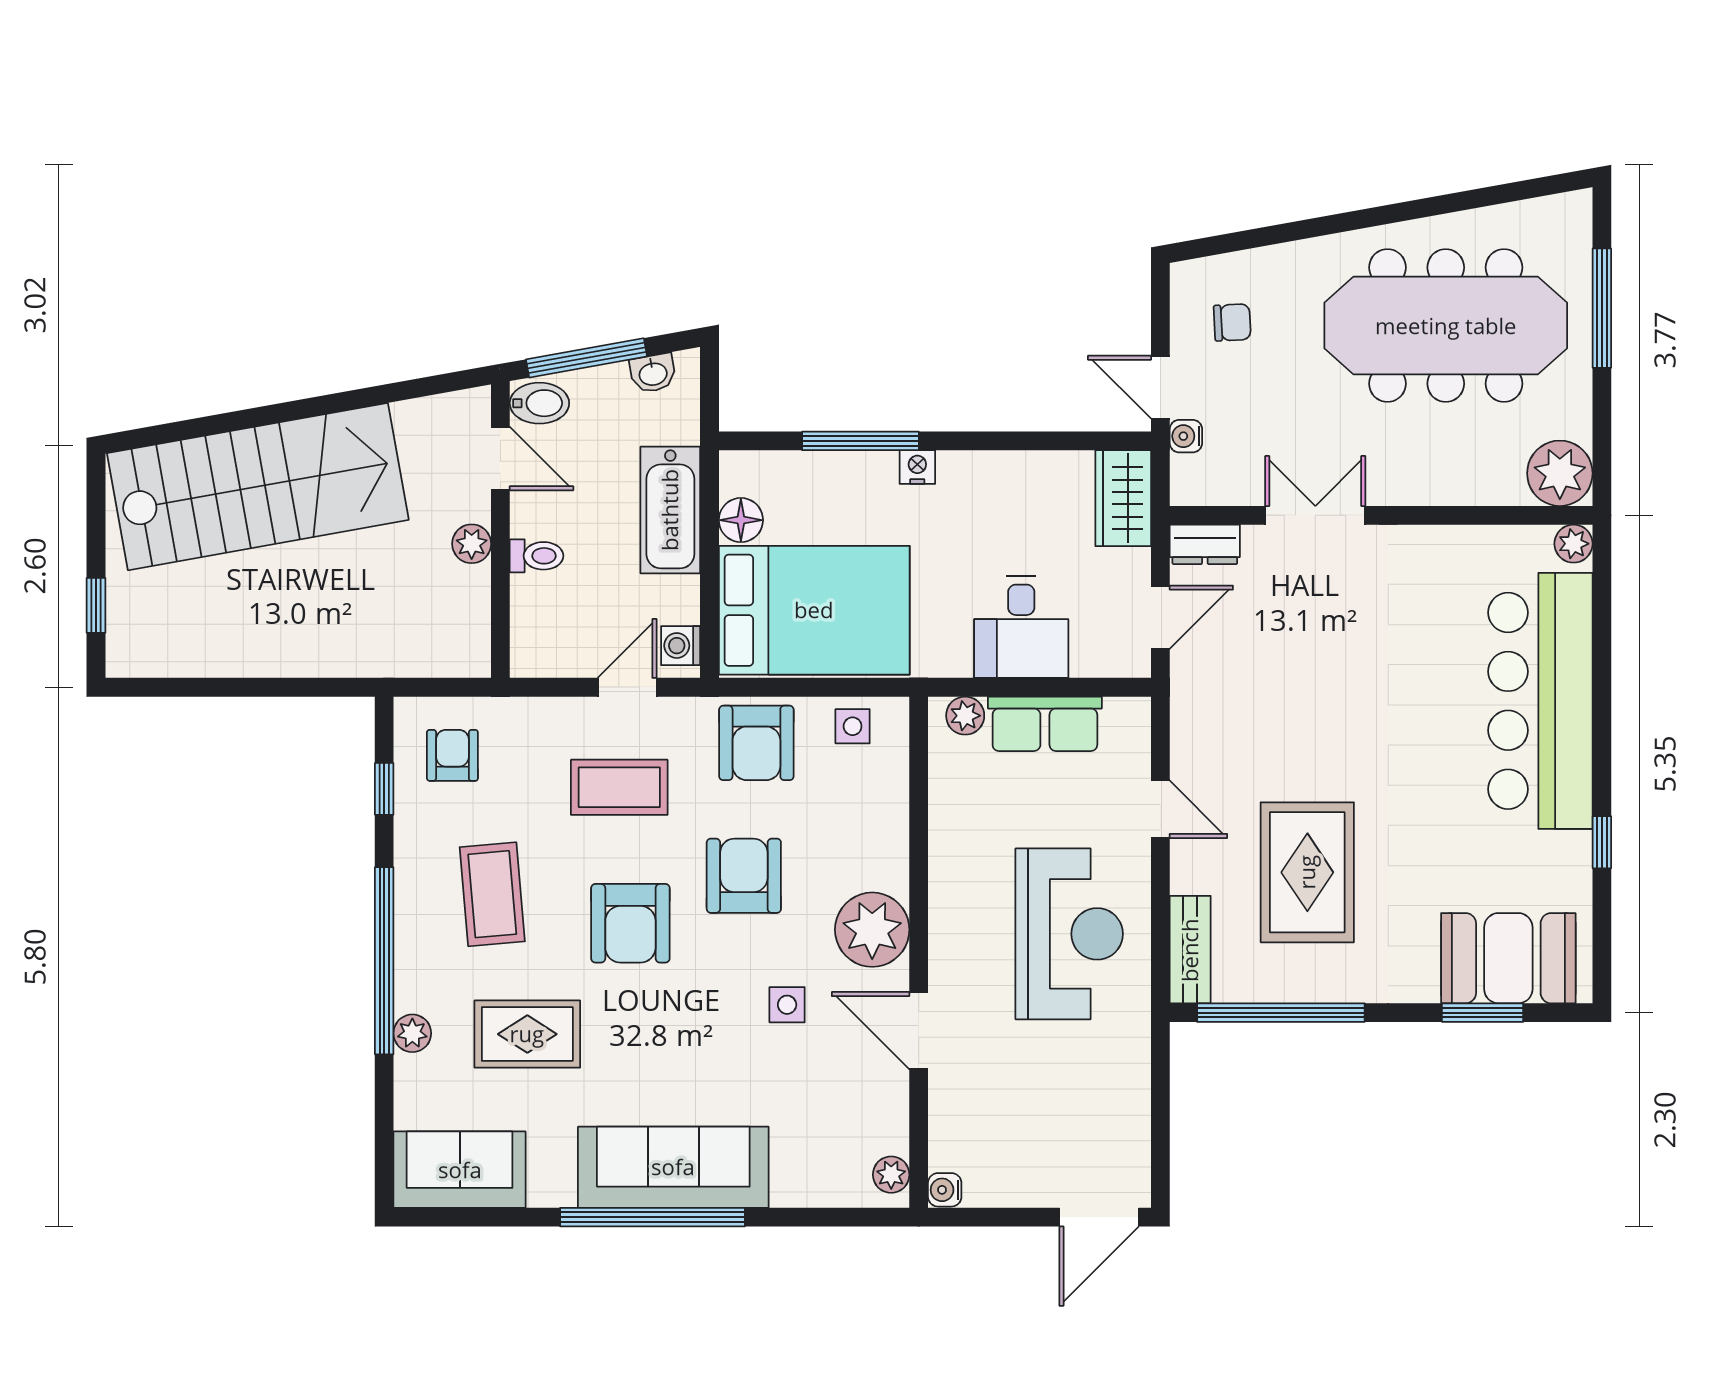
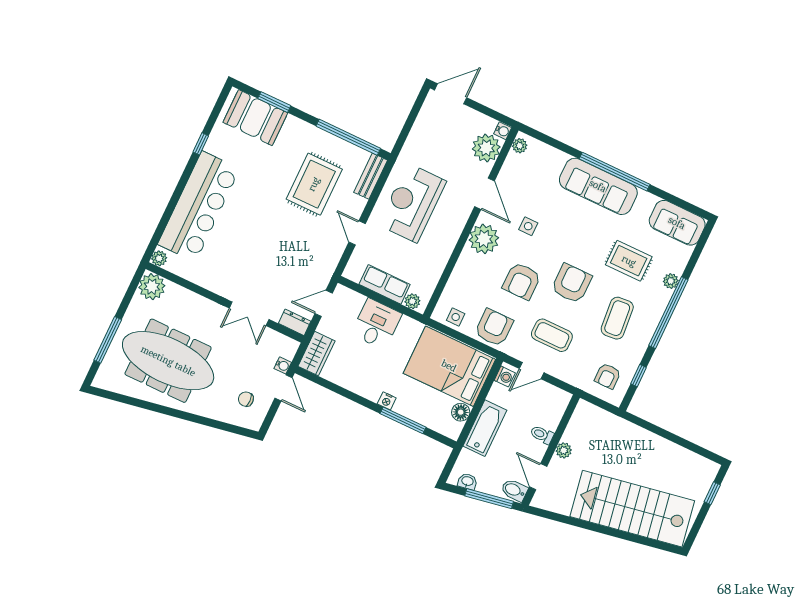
plant: (963, 1134) -> (486, 148), added

